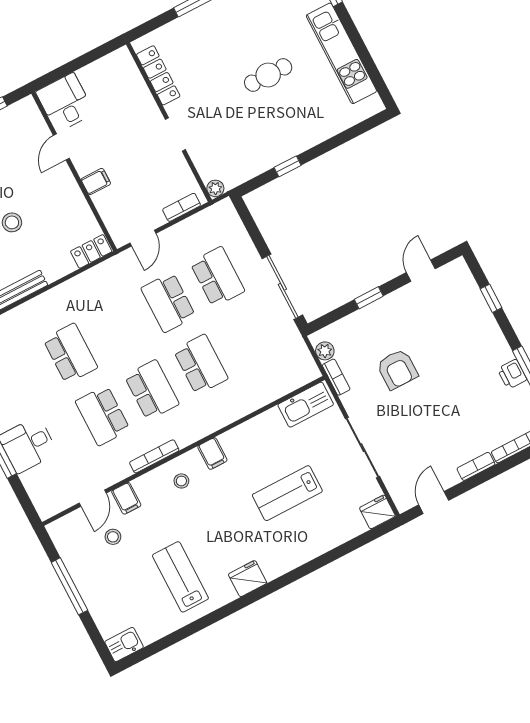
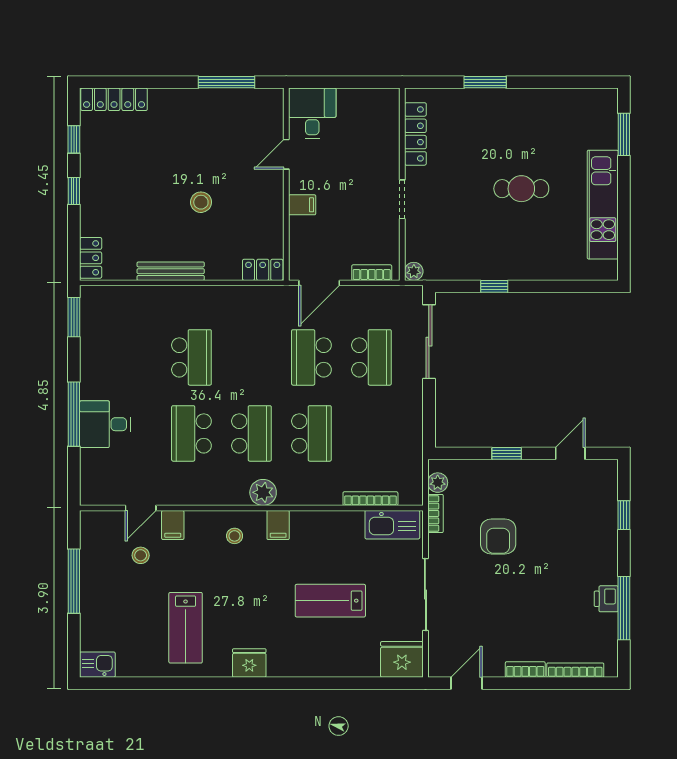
door: (143, 238) -> (319, 283), width x1.38
sliding door: (282, 287) -> (429, 342), moved
plant: (186, 433) -> (263, 492), added
bookcase: (154, 456) -> (370, 499), moved
fridge: (377, 512) -> (402, 659), width x1.36, depth x1.34
lab bench: (180, 577) -> (186, 628), turned 180

